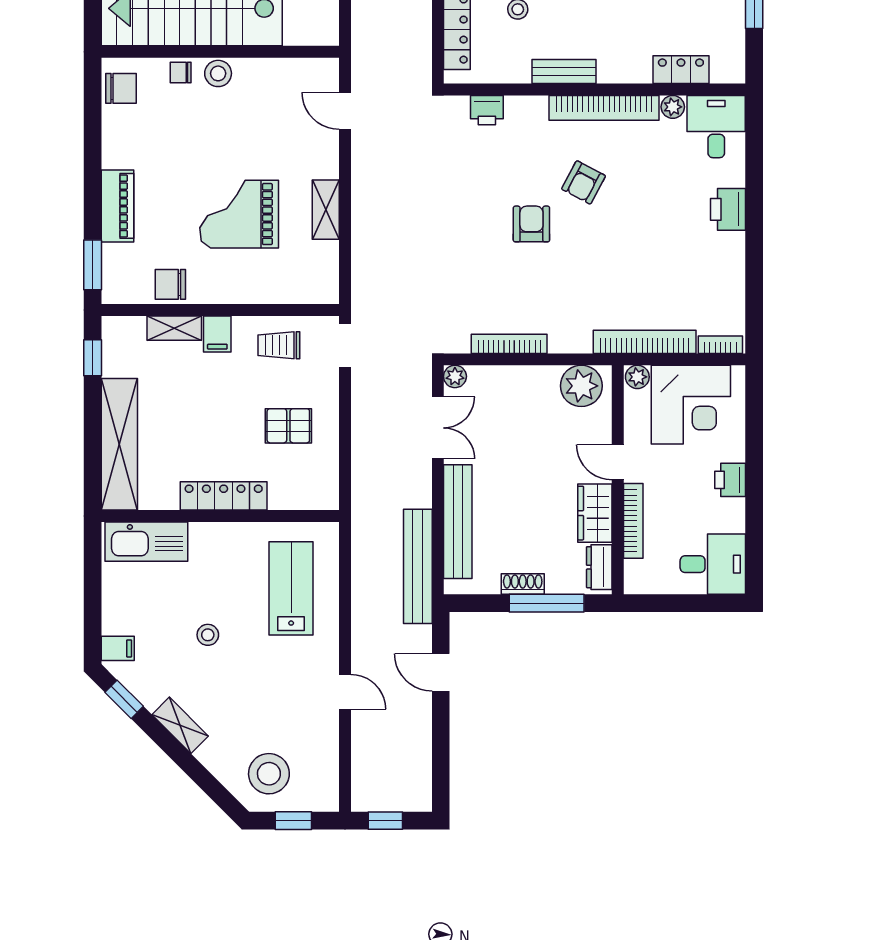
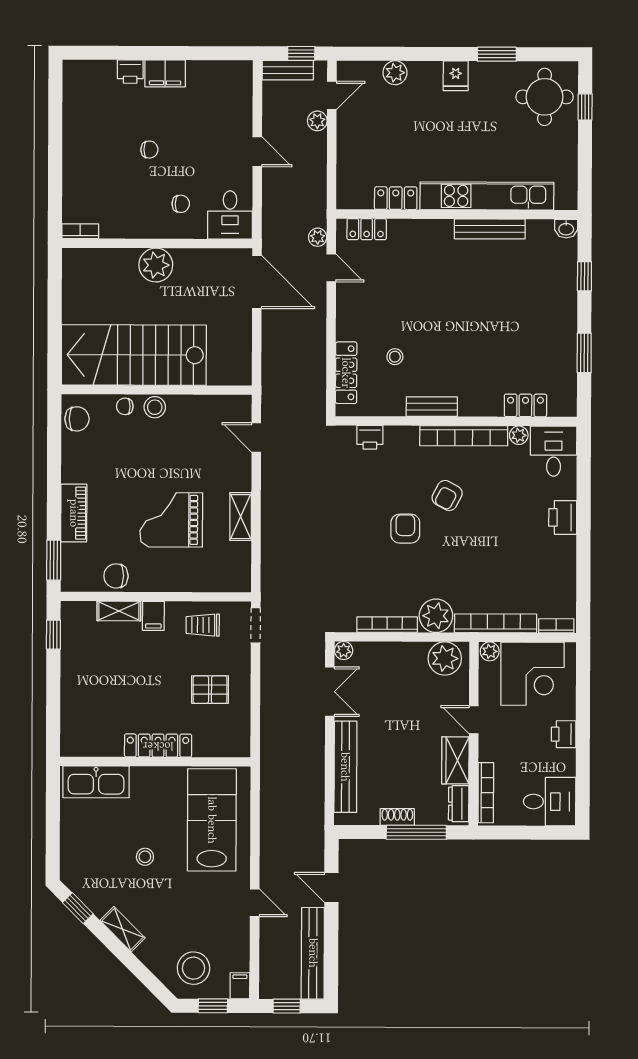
plant: (570, 333) -> (436, 616), added
shelving: (119, 444) -> (75, 704), removed
bookcase: (633, 521) -> (486, 793), moved
bench: (418, 566) -> (313, 953), moved
lab bench: (291, 588) -> (212, 820), width x1.36, depth x1.39
filing cabinet: (118, 648) -> (240, 986), moved, turned -90

